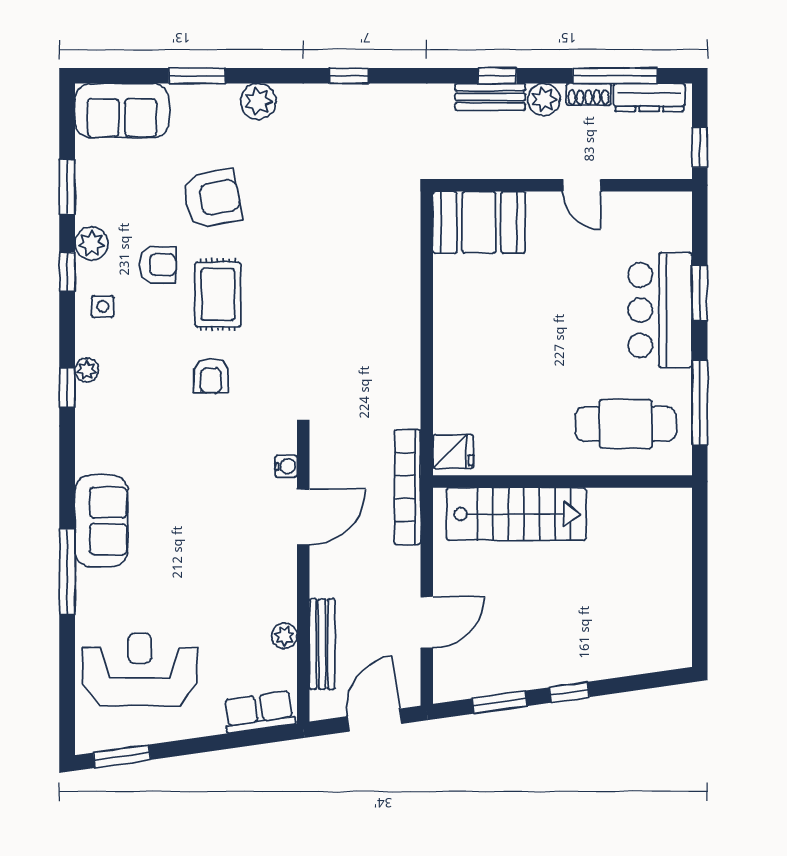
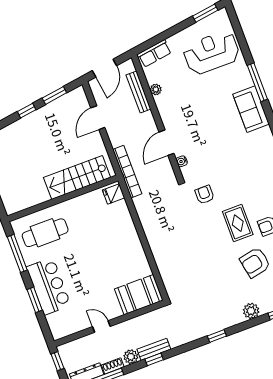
armchair: (211, 376) -> (205, 195), moved
reception desk: (140, 669) -> (211, 53), turned 180

